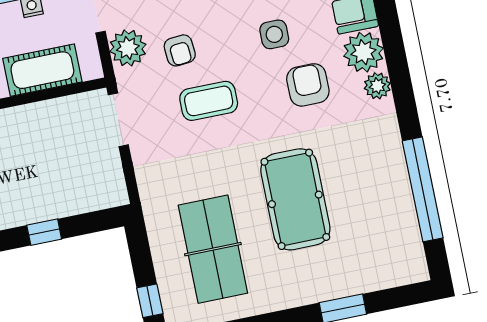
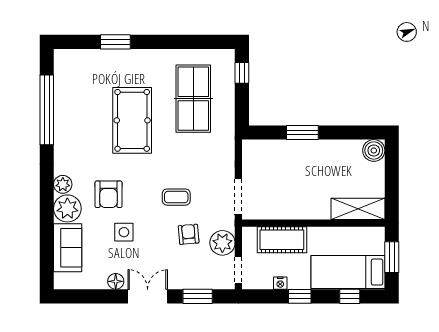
coffee table: (209, 101) -> (176, 197), width x0.73, depth x0.77
window: (44, 232) -> (302, 133), width x1.50

